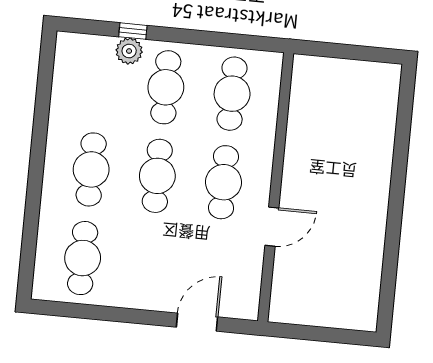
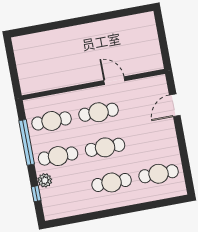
window: (133, 31) -> (36, 194), moved
window: (206, 38) -> (27, 142), added
door: (197, 322) -> (175, 105), hinge flipped

